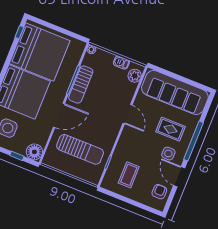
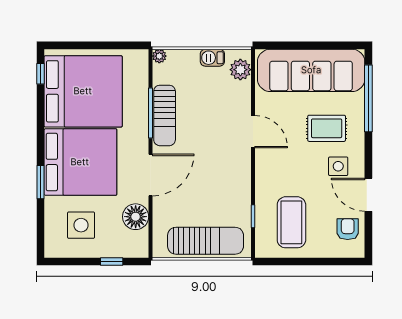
window: (193, 141) -> (368, 98), moved
sun lounger: (80, 149) -> (206, 241), moved
floor lamp: (34, 152) -> (136, 217), moved
coffee table: (129, 175) -> (291, 222), width x1.36, depth x1.32

